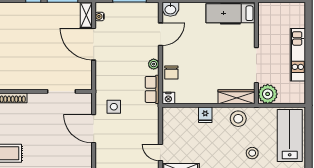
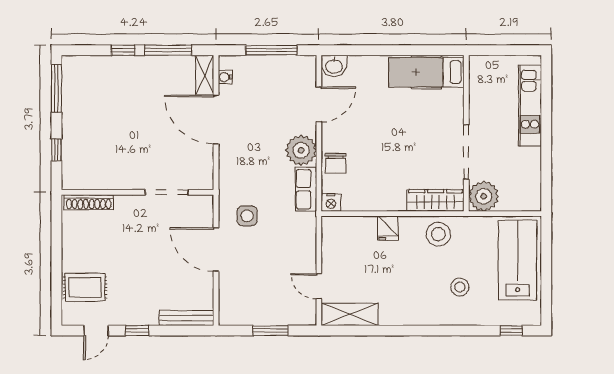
kitchen unit: (298, 55) -> (530, 106), moved
plant: (154, 64) -> (301, 150), width x1.87, depth x1.87

